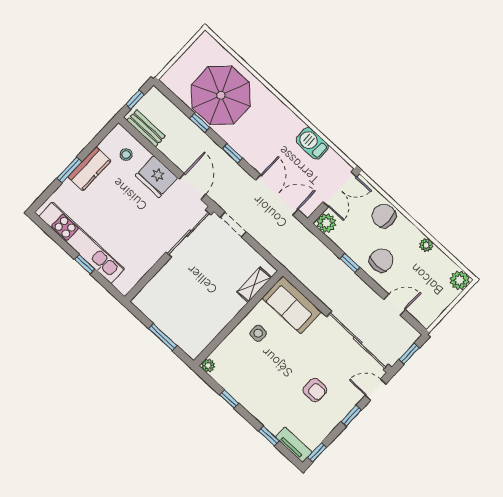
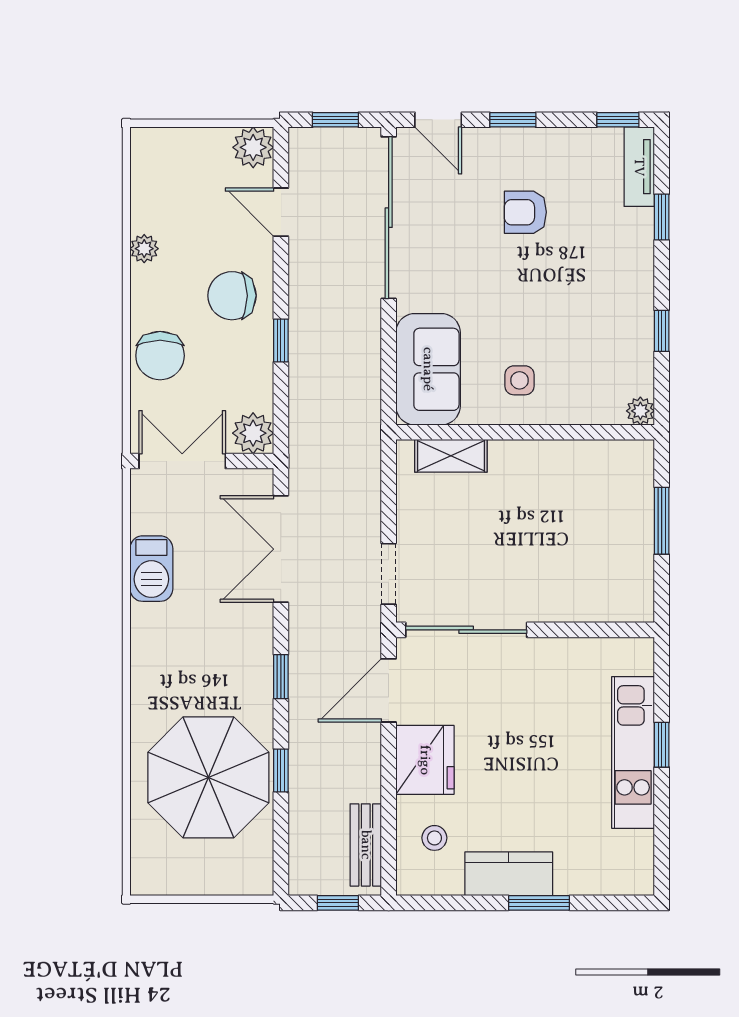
kitchen unit: (82, 243) -> (633, 752), width x0.73
plant: (460, 280) -> (253, 147), moved
armchair: (315, 390) -> (525, 212), turned -90

